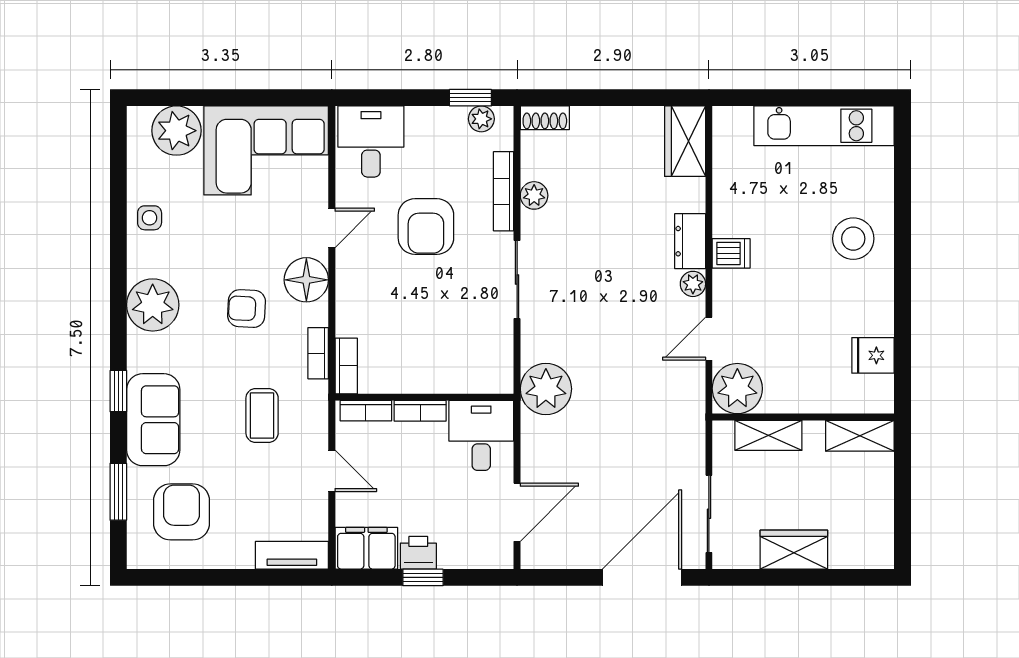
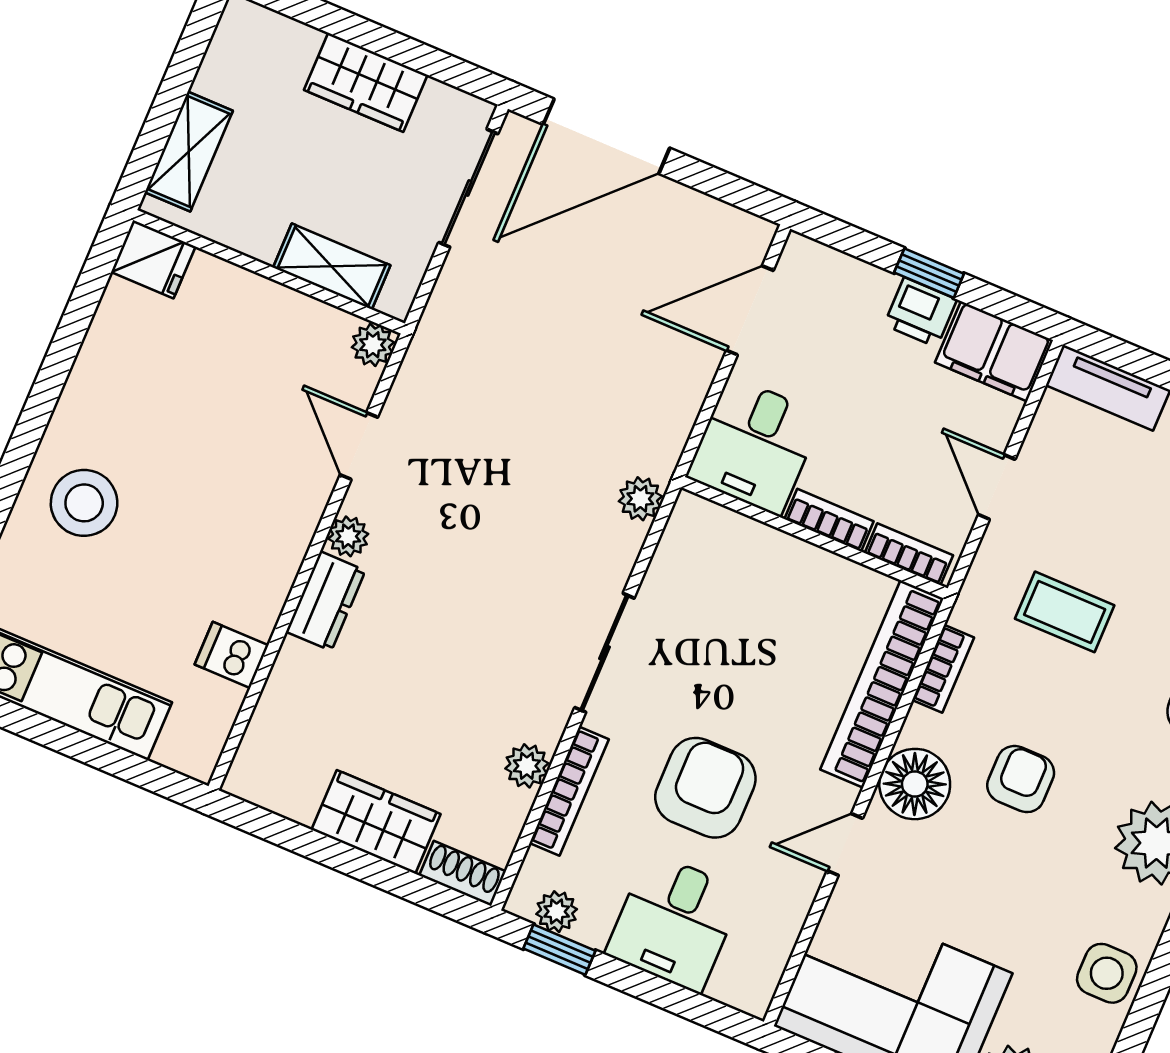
desk: (371, 141) -> (674, 922), moved
wardrobe: (685, 141) -> (376, 822), moved, turned -90
side table: (150, 218) -> (1107, 973), width x1.37, depth x1.37
dishwasher: (731, 253) -> (232, 655), moved
armchair: (247, 309) -> (1021, 779), turned -93
door: (709, 339) -> (359, 446), swing flipped
fridge: (873, 355) -> (153, 259), moved
bookcase: (346, 366) -> (882, 684), width x2.31, depth x1.31
plant: (546, 389) -> (640, 499), width x0.53, depth x0.53
plant: (737, 389) -> (373, 345), width x0.53, depth x0.53
coffee table: (262, 416) -> (1065, 612), turned 90
shelving: (860, 436) -> (189, 152), moved, turned 90

